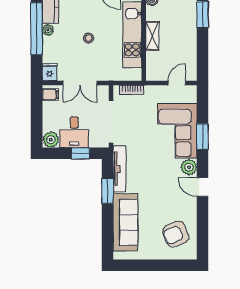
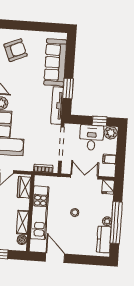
shelving: (152, 36) -> (23, 222), moved
wardrobe: (153, 65) -> (24, 187), added
filing cabinet: (50, 94) -> (109, 159), moved
window: (81, 153) -> (100, 121), moved

